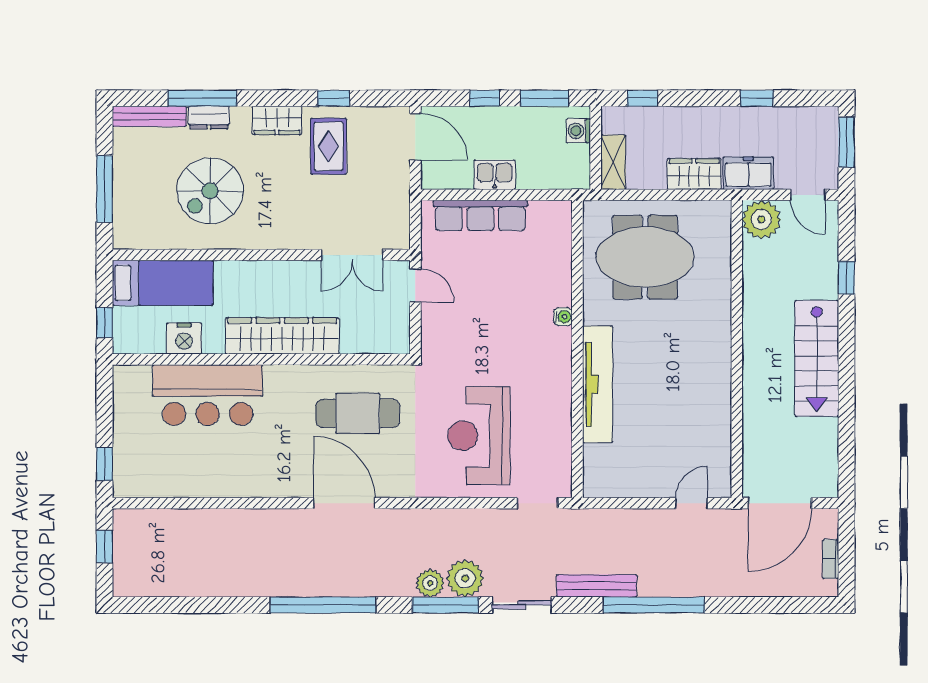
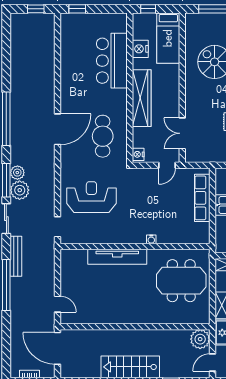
meeting table: (645, 257) -> (181, 281), turned 90
nightstand: (394, 343) -> (138, 154), added

